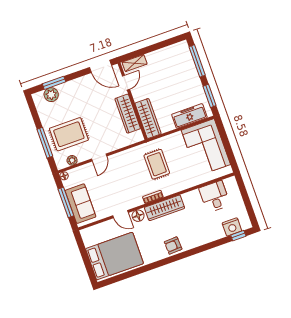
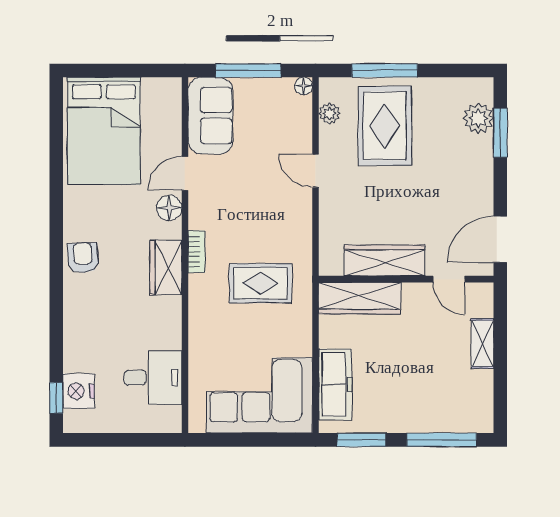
shelving: (135, 63) -> (482, 343), moved
sofa: (80, 204) -> (210, 116), moved, turned -90
wardrobe: (165, 208) -> (166, 268), width x0.67

